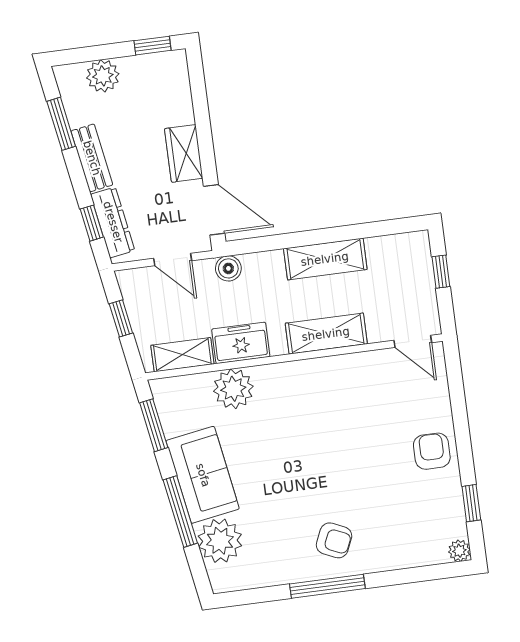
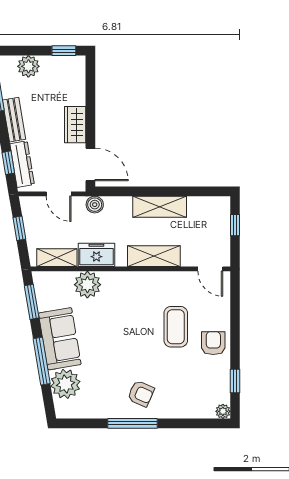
coffee table: (373, 434) -> (176, 327), added

